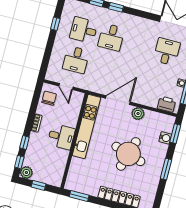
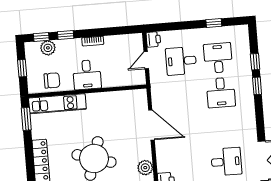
desk: (111, 37) -> (221, 93), turned -90
printer: (52, 75) -> (153, 39), added
chair: (49, 98) -> (52, 80), moved
plant: (138, 114) -> (145, 168), moved
kitchen unit: (86, 126) -> (57, 104), moved, width x0.73
plant: (26, 173) -> (48, 48), moved

